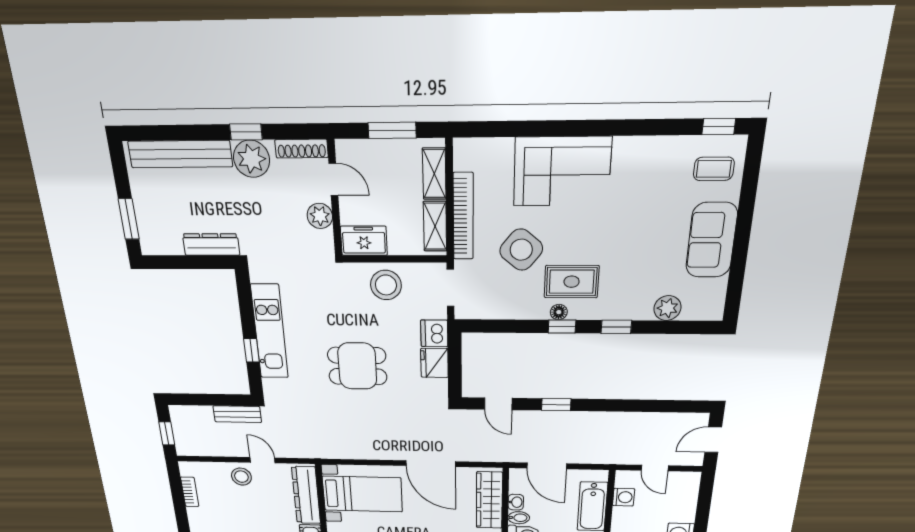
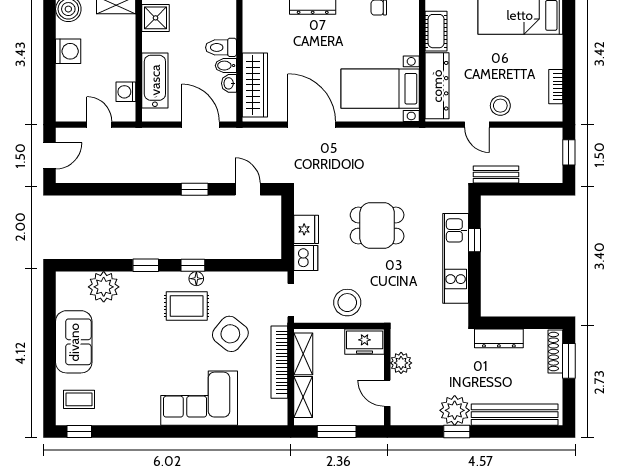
shoe rack: (302, 149) -> (555, 352), moved, turned -90
plant: (667, 308) -> (104, 287), width x1.36, depth x1.36

